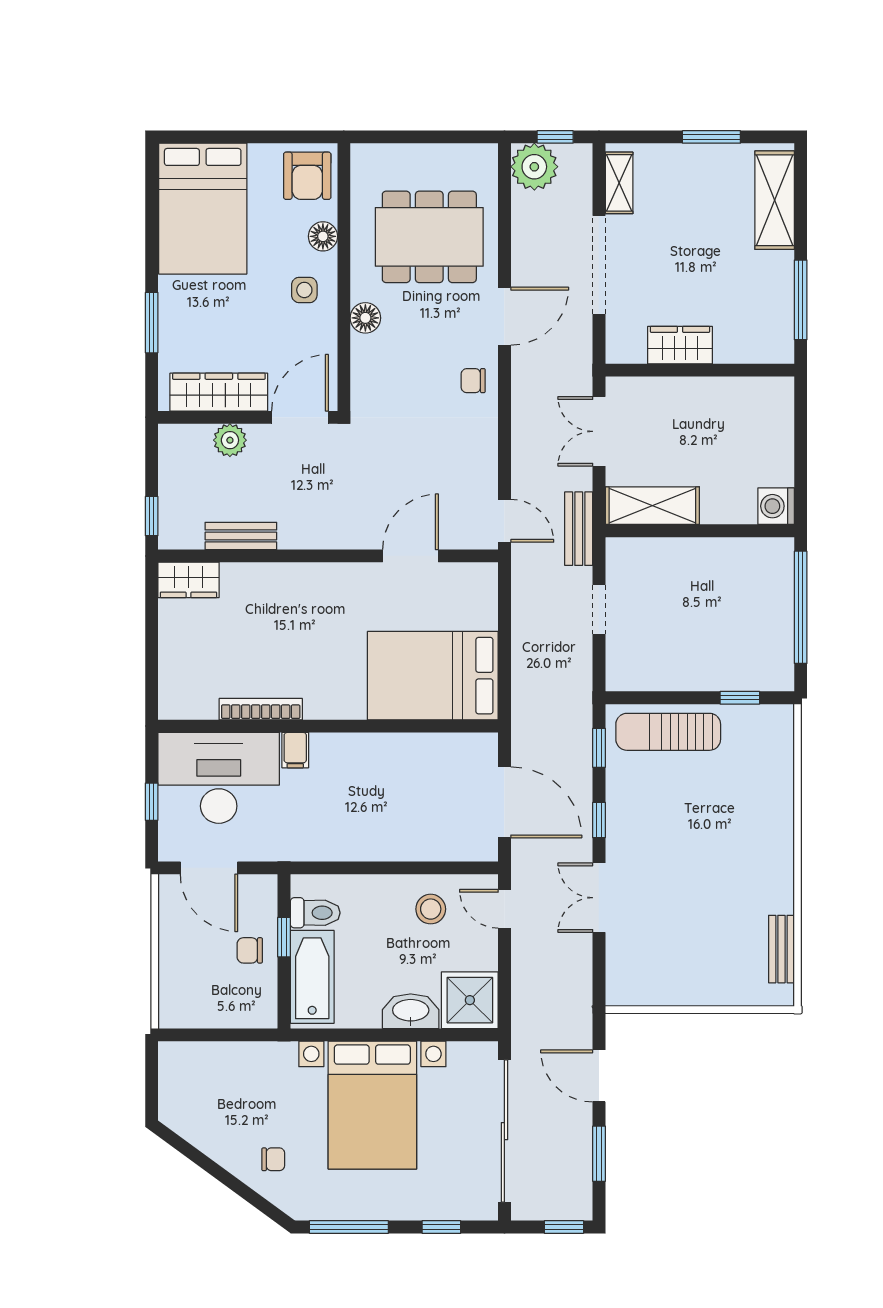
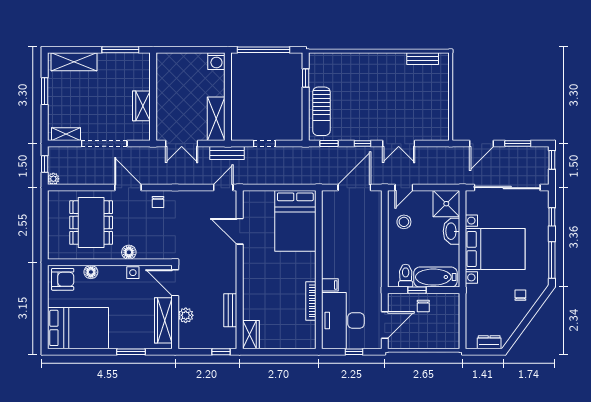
plant: (534, 167) -> (53, 179), width x0.53, depth x0.53
side table: (304, 290) -> (133, 273), moved
dresser: (172, 1092) -> (489, 342), added

